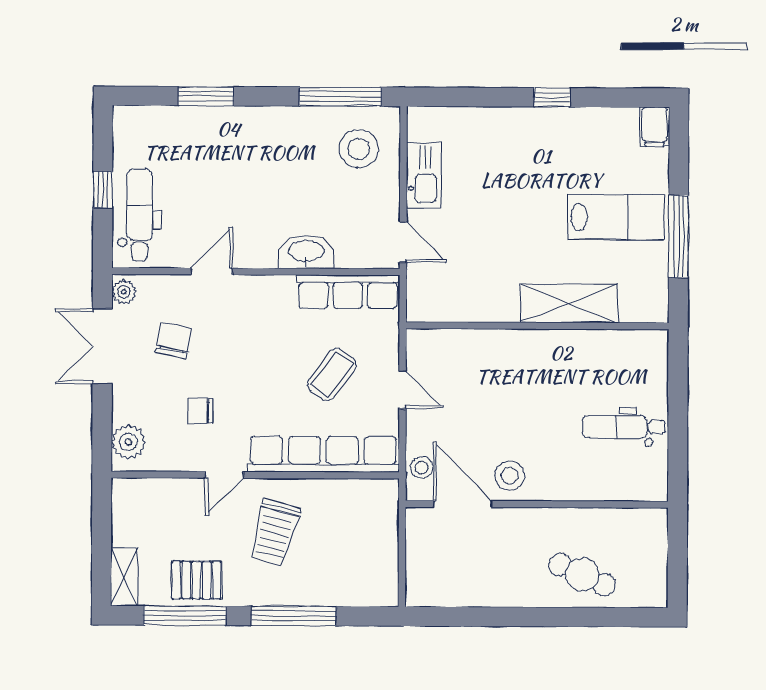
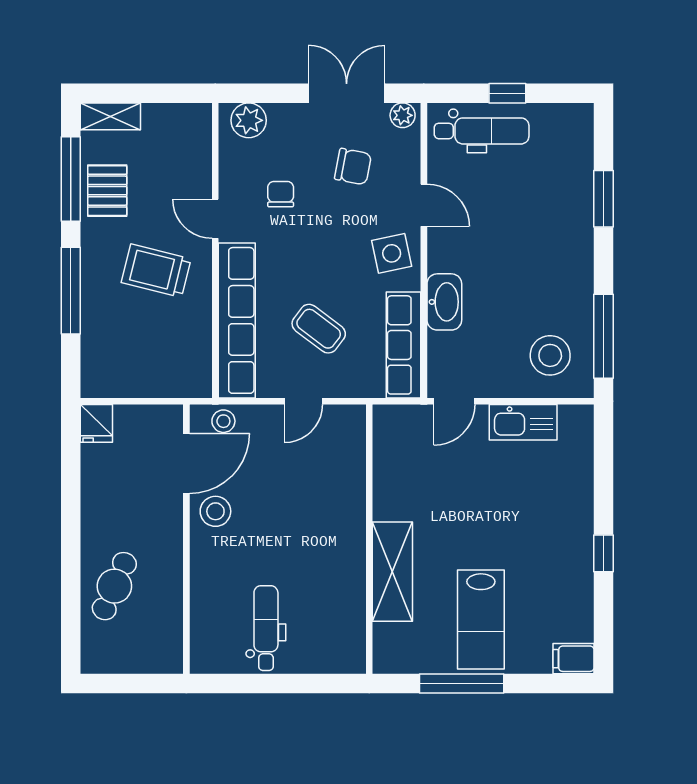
side table: (259, 303) -> (392, 253), added
fridge: (423, 592) -> (96, 423), added

